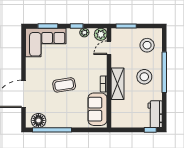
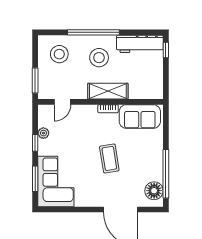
plant: (101, 34) -> (46, 112), removed
door: (109, 48) -> (62, 102), hinge flipped
workbench: (155, 114) -> (140, 44), width x1.38

